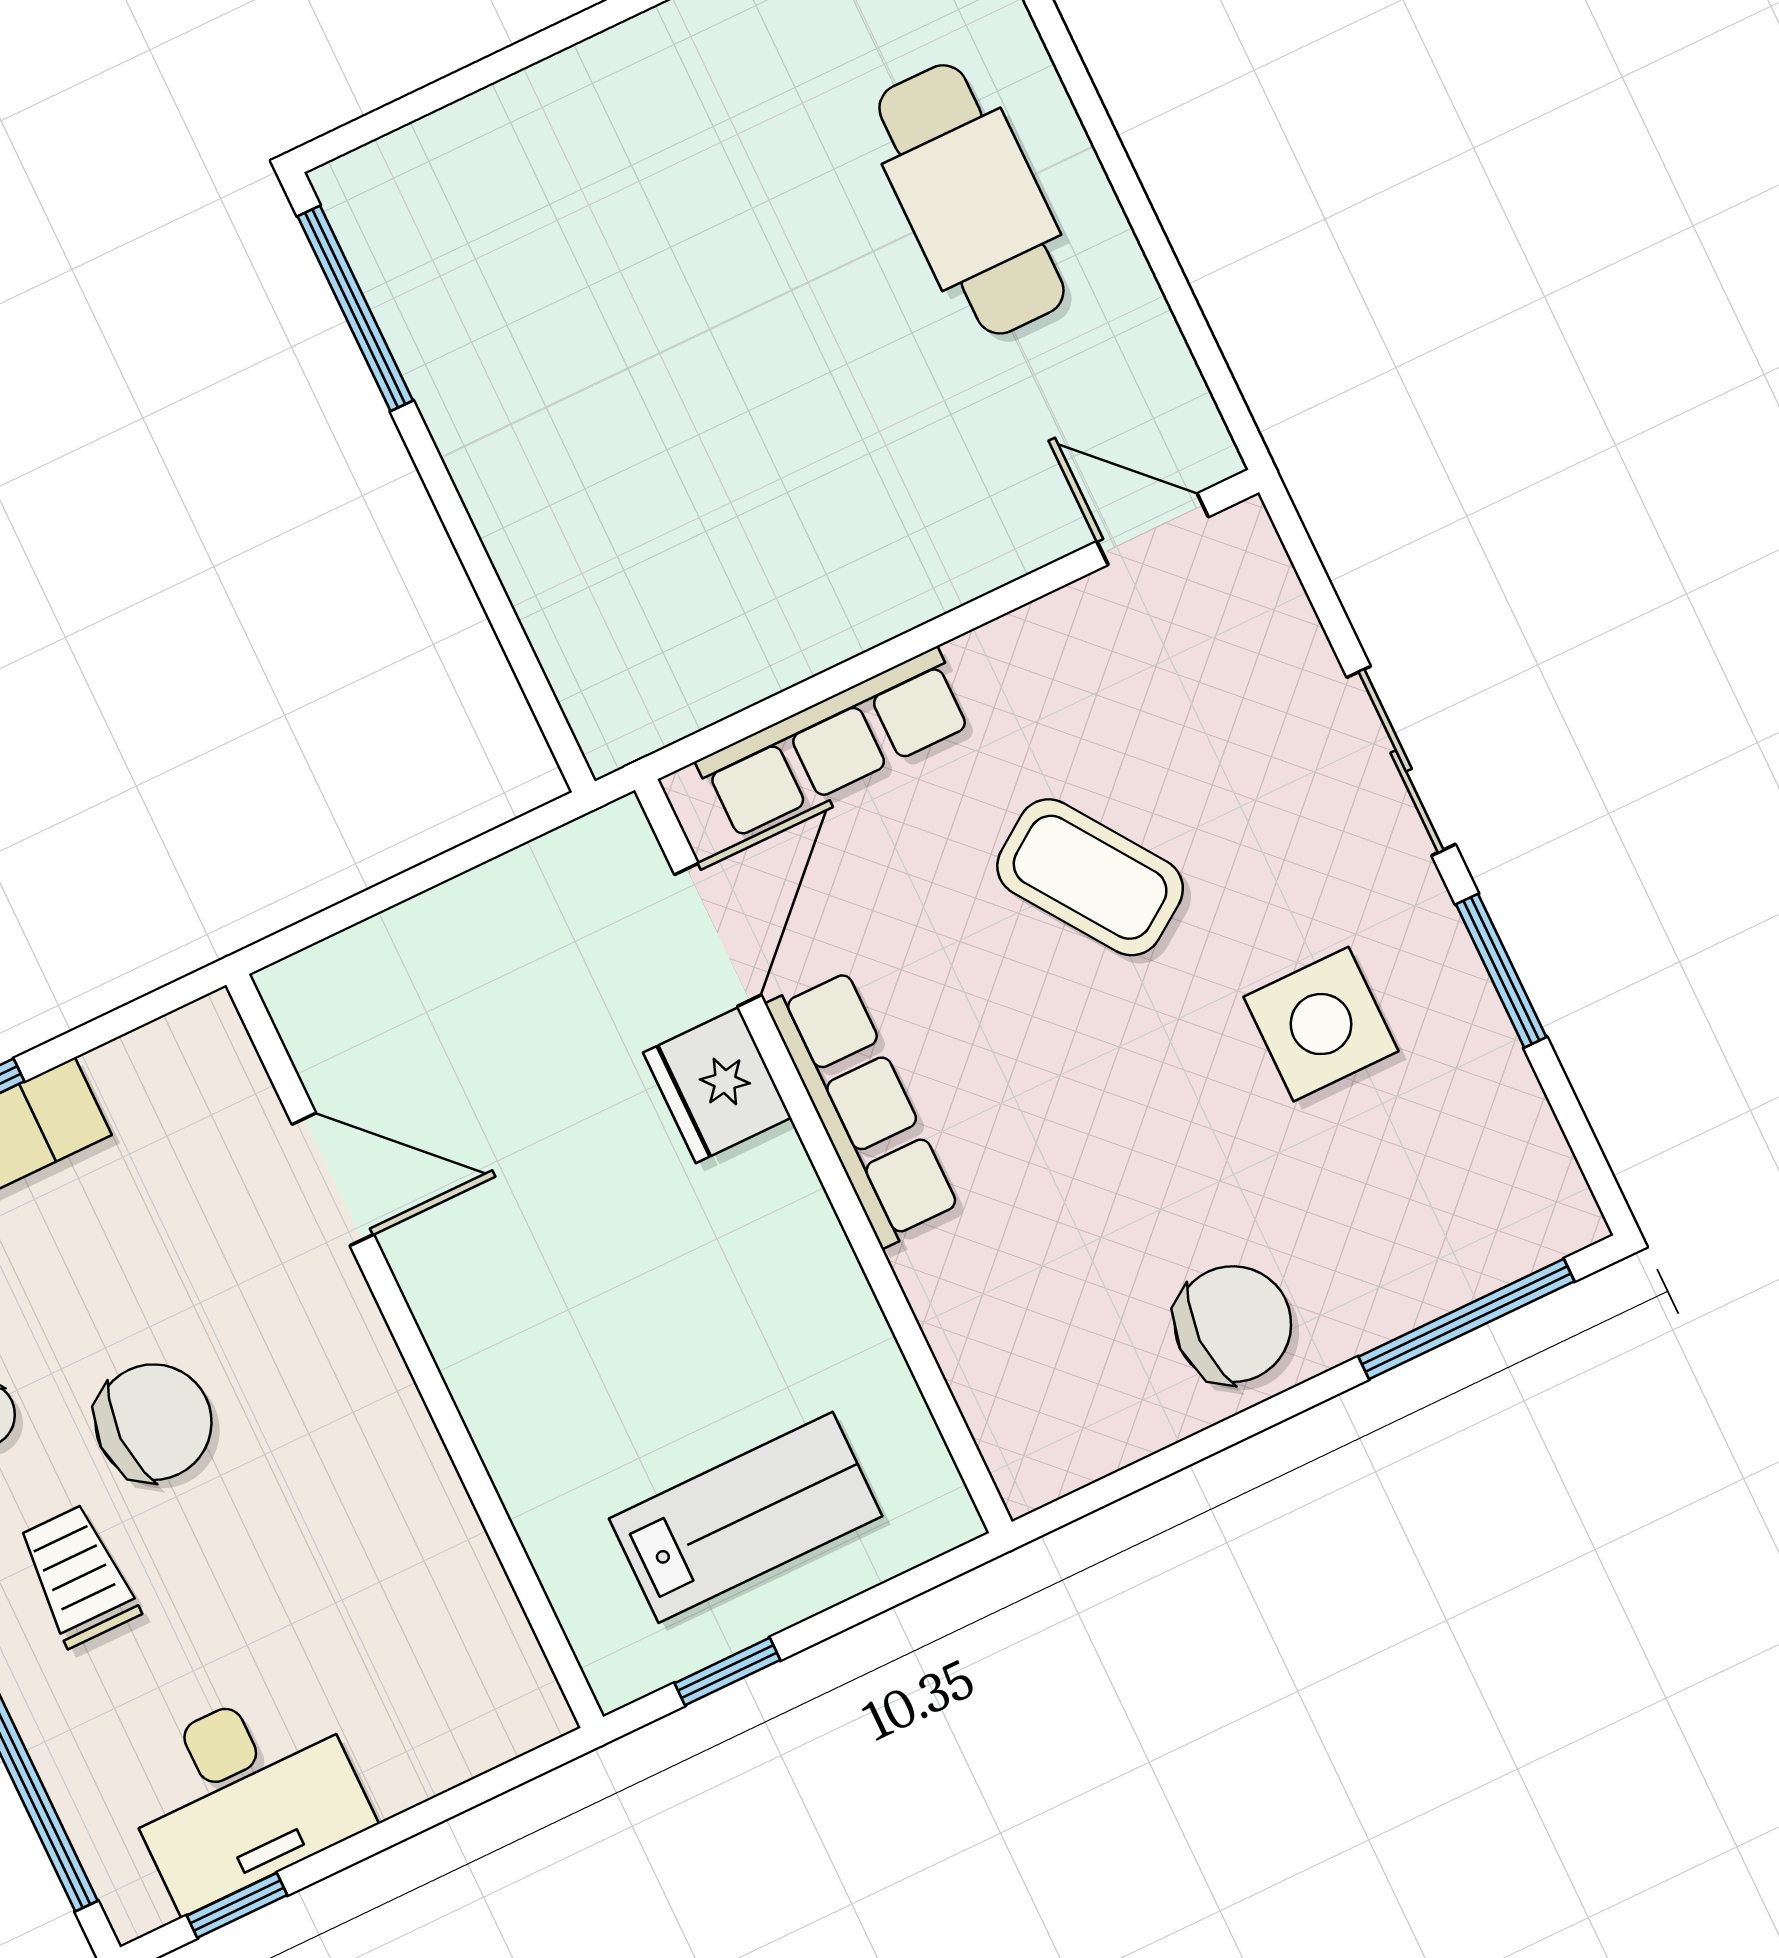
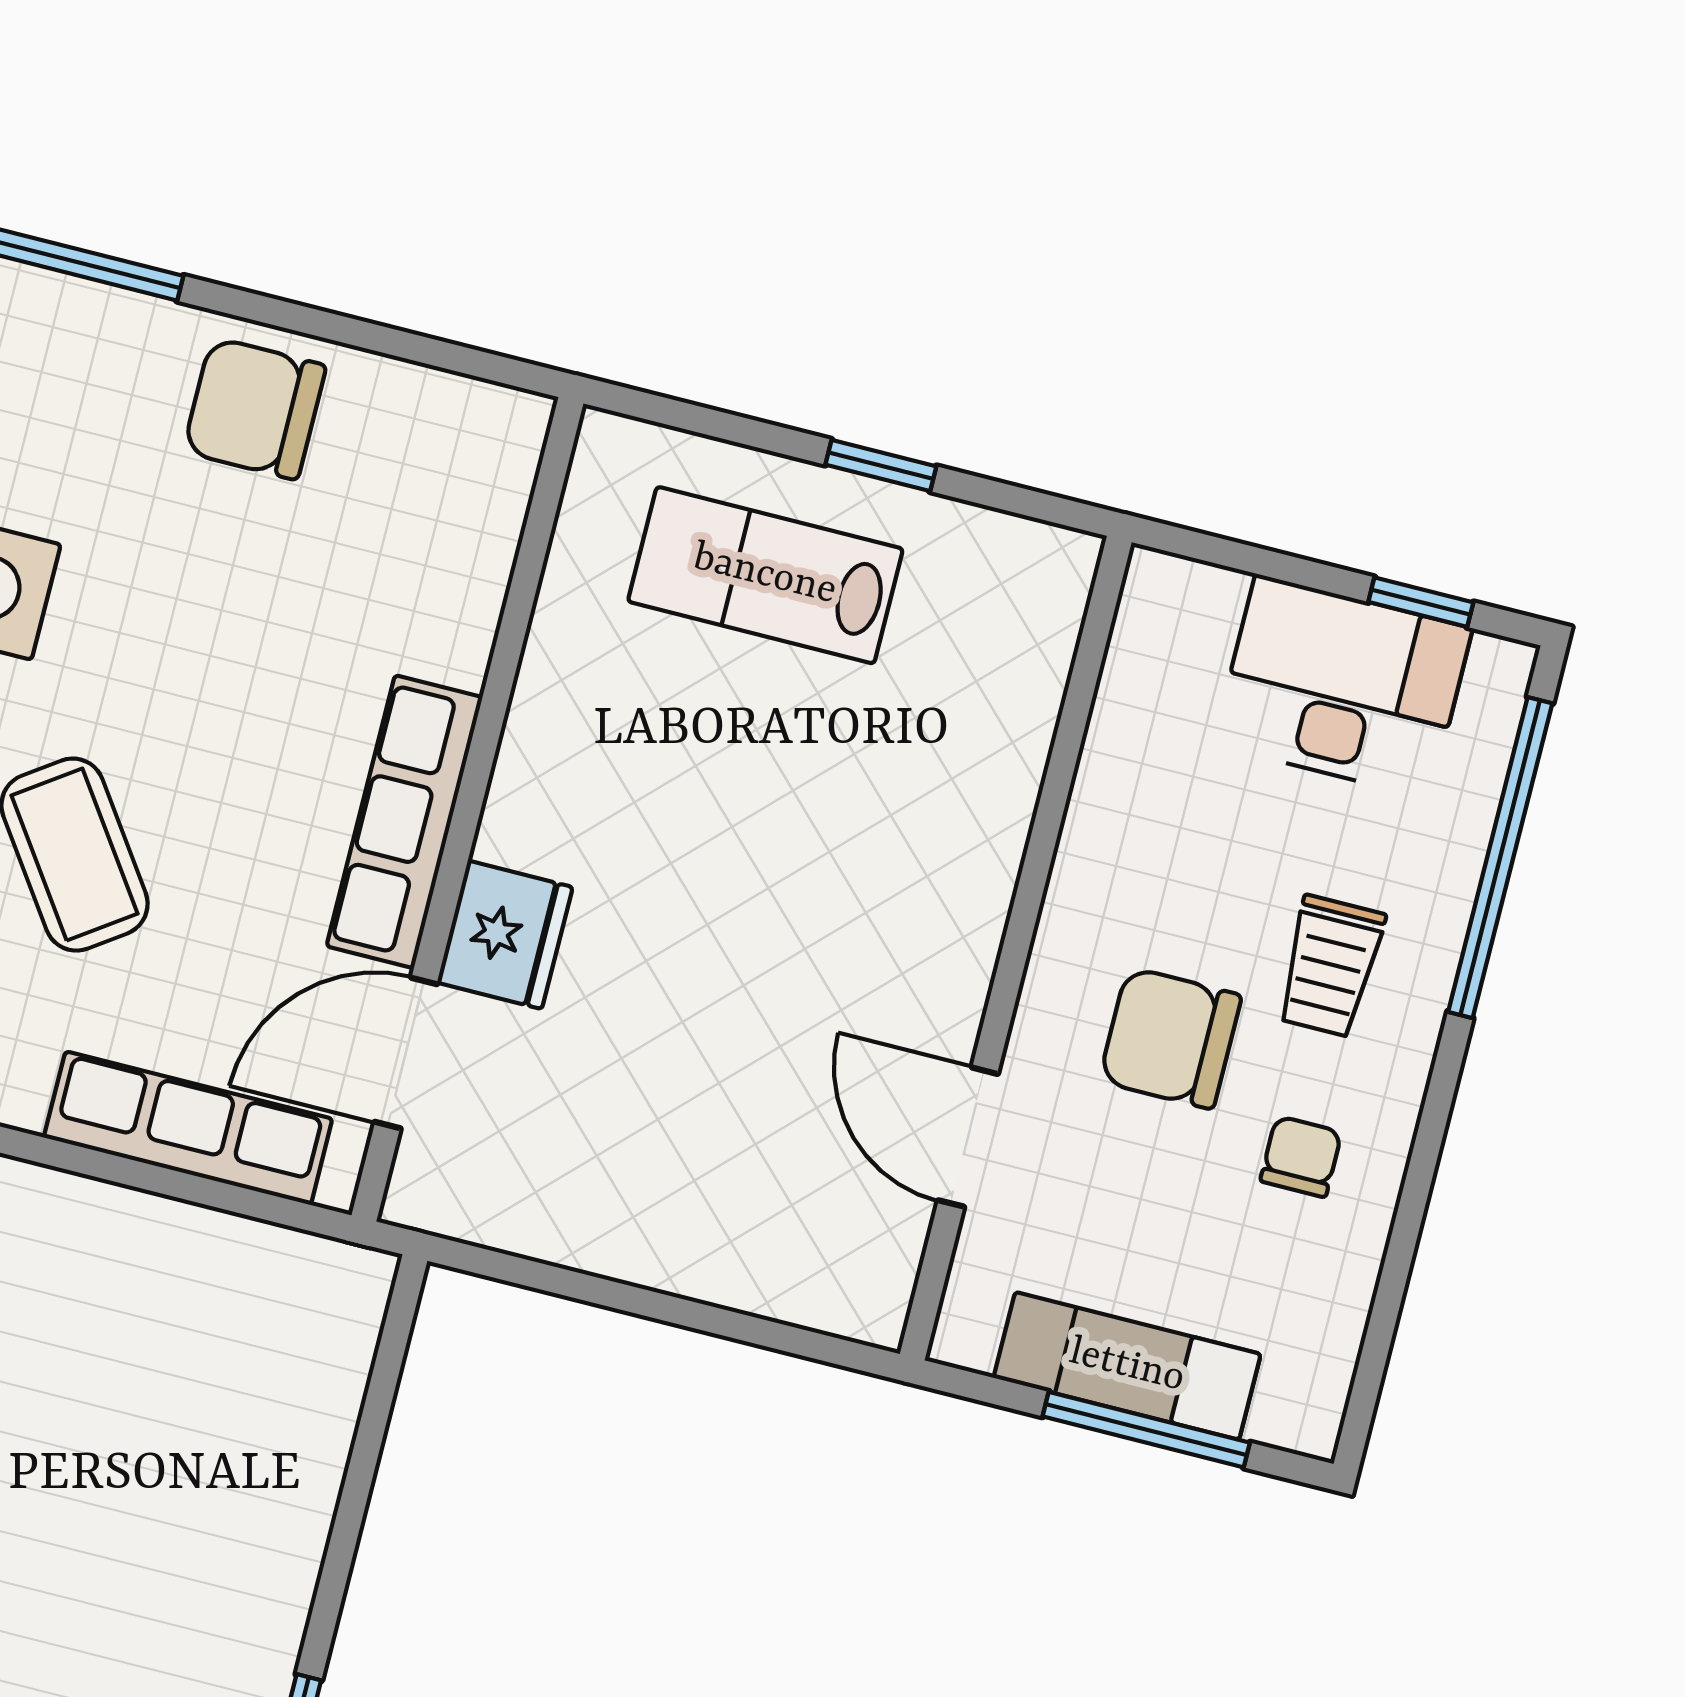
door: (333, 1179) -> (968, 1137), moved
wall: (415, 1351) -> (1016, 948), moved

